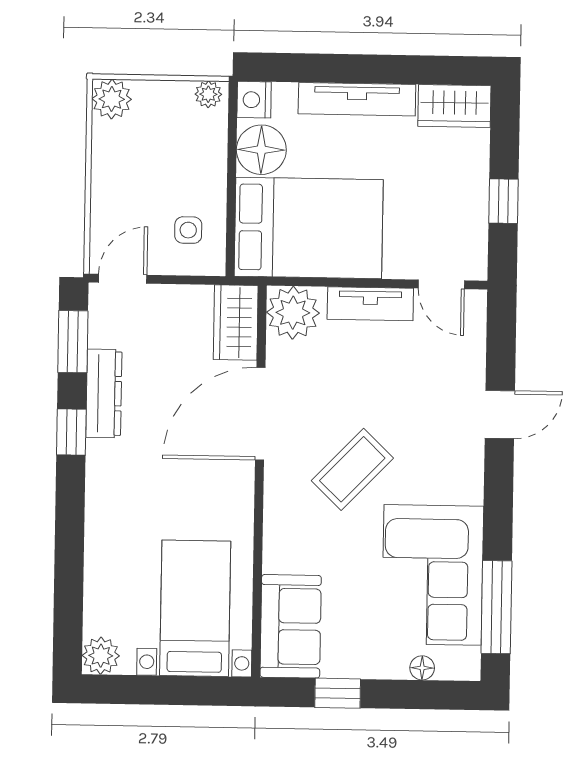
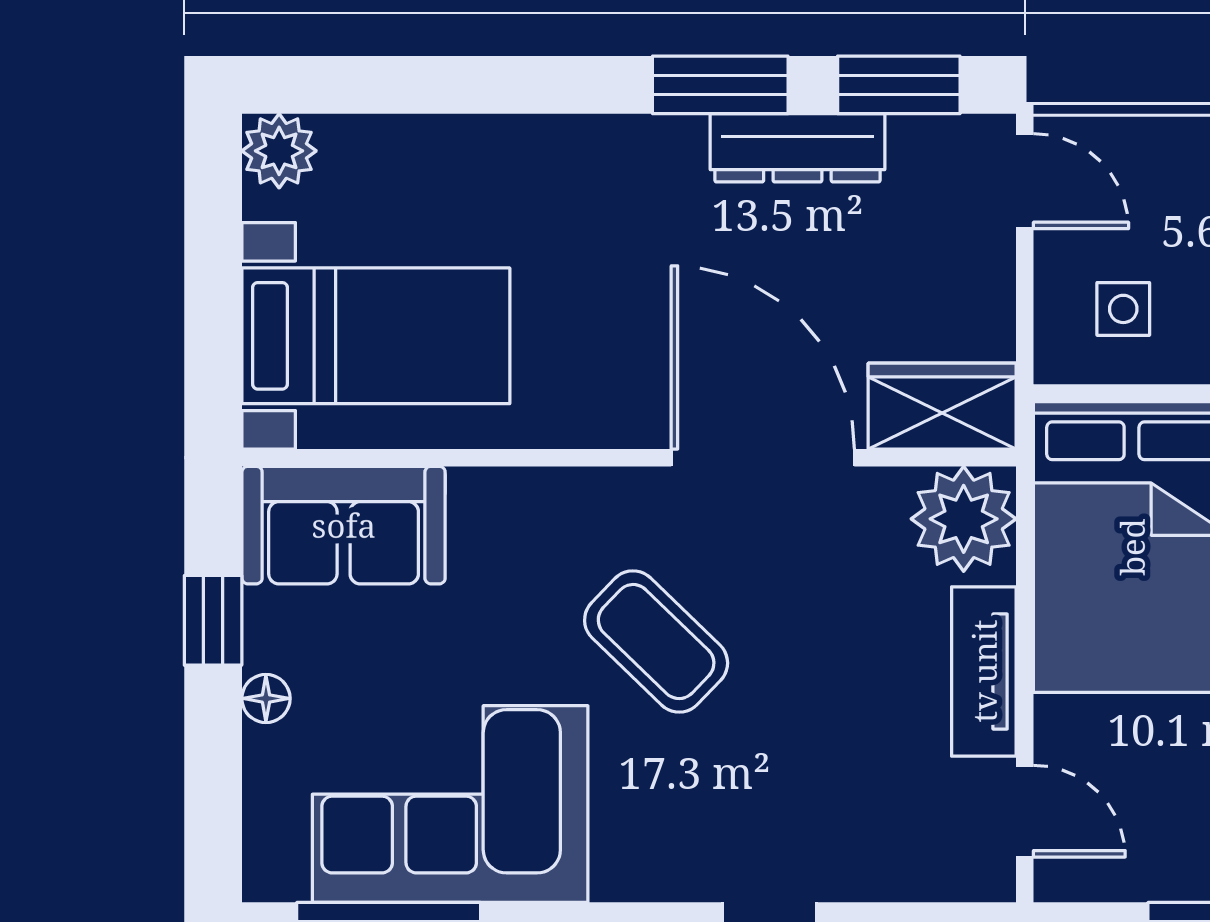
door: (441, 284) -> (1025, 811), swing flipped
window: (71, 432) -> (720, 85), width x1.50
floor lamp: (422, 668) -> (266, 698), moved

